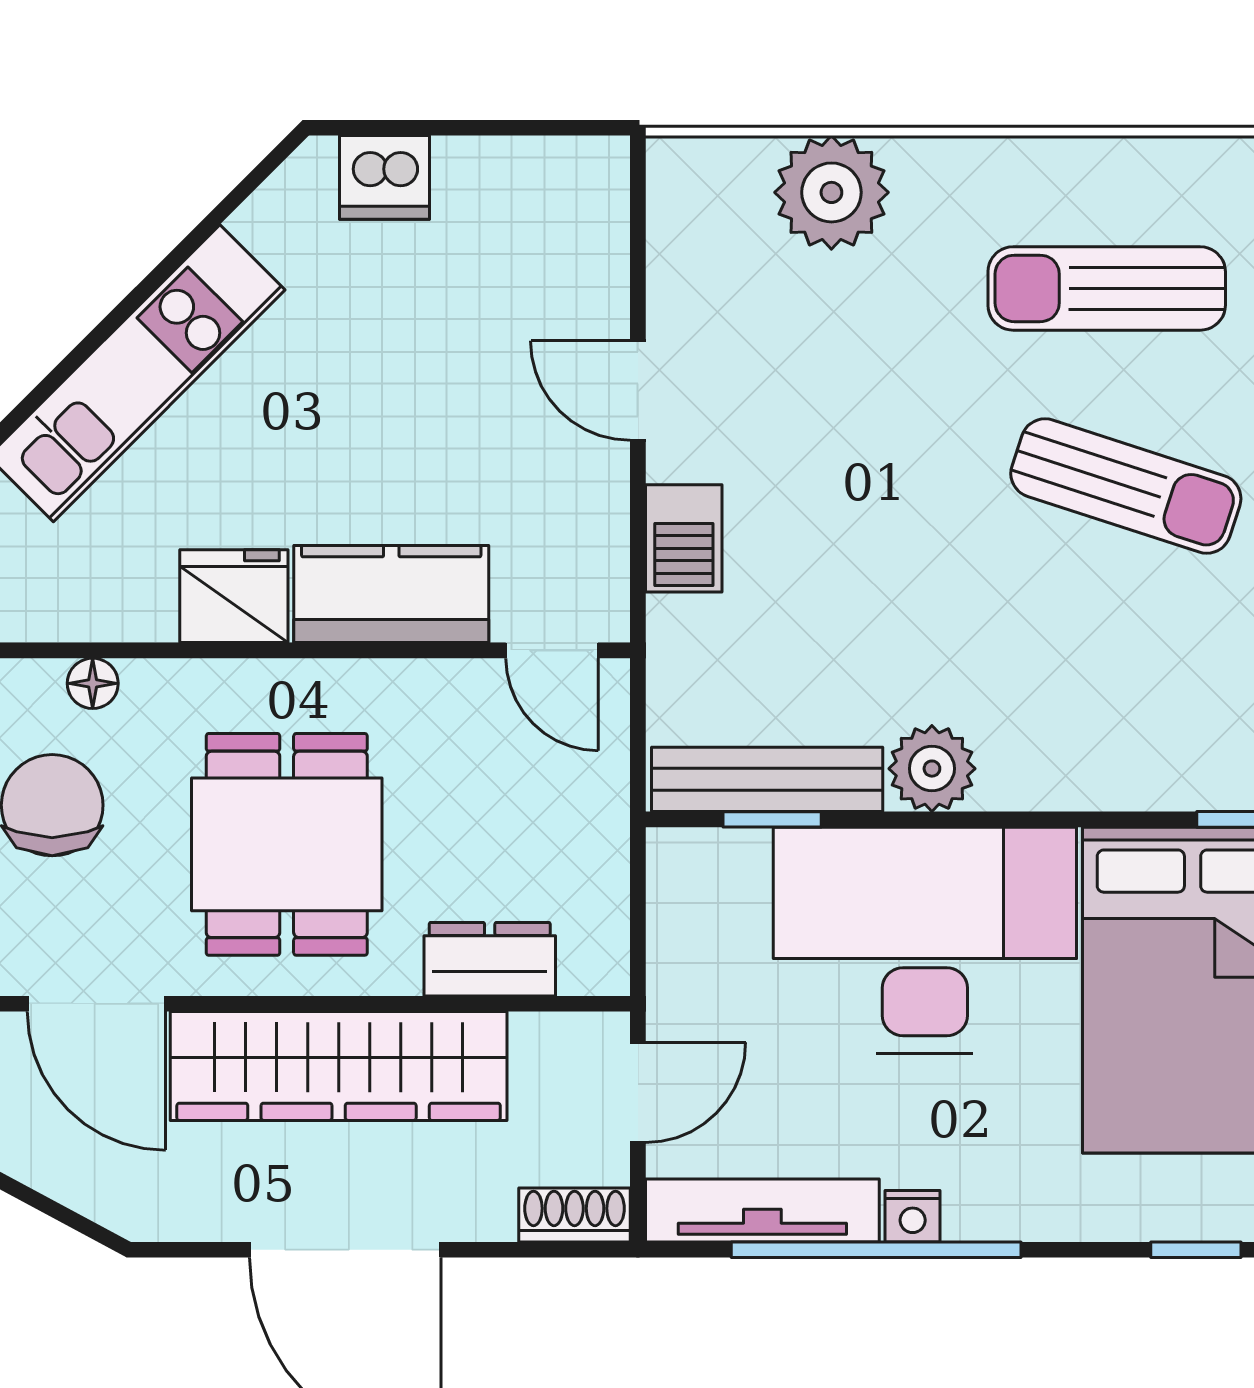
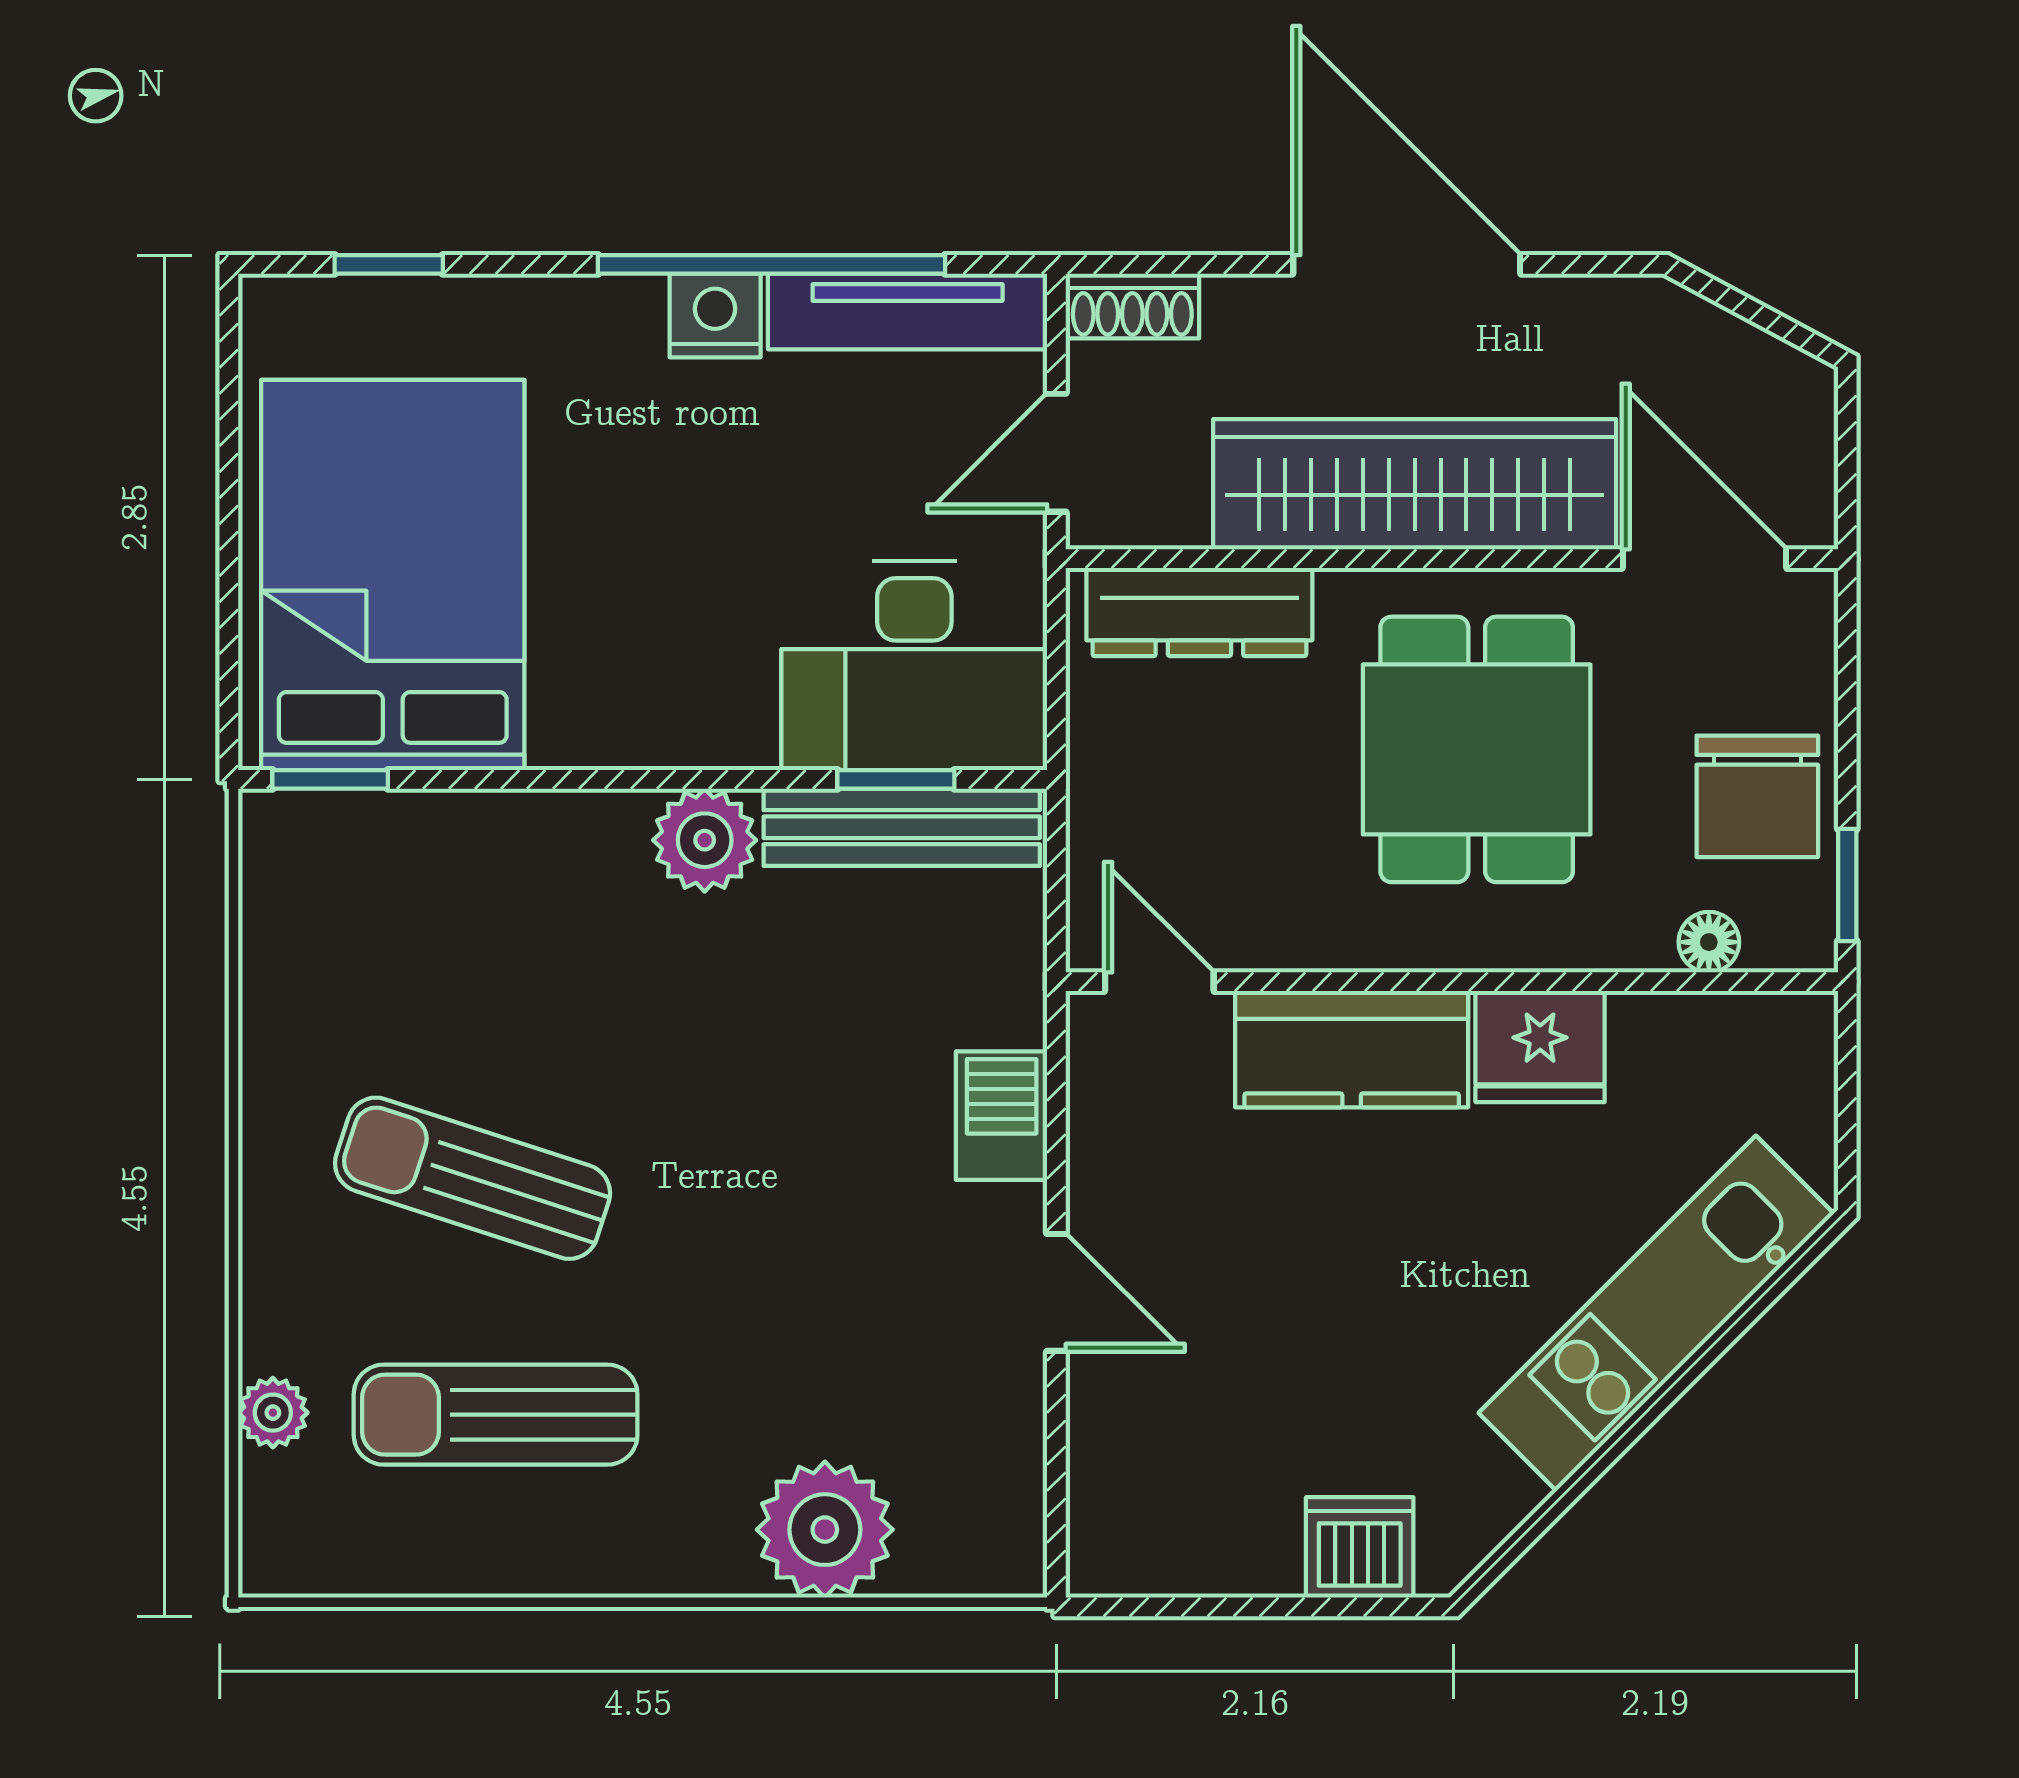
sun lounger: (1107, 288) -> (496, 1415), turned 180
desk: (925, 940) -> (914, 666), moved, width x0.73, depth x0.77
dresser: (490, 959) -> (1199, 612), width x1.44
nightstand: (913, 1216) -> (715, 315), width x1.39, depth x1.35

